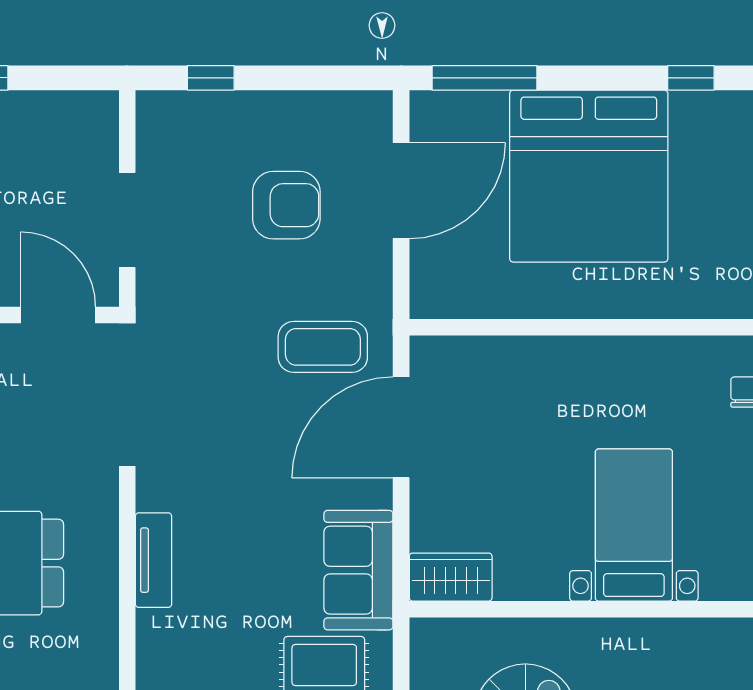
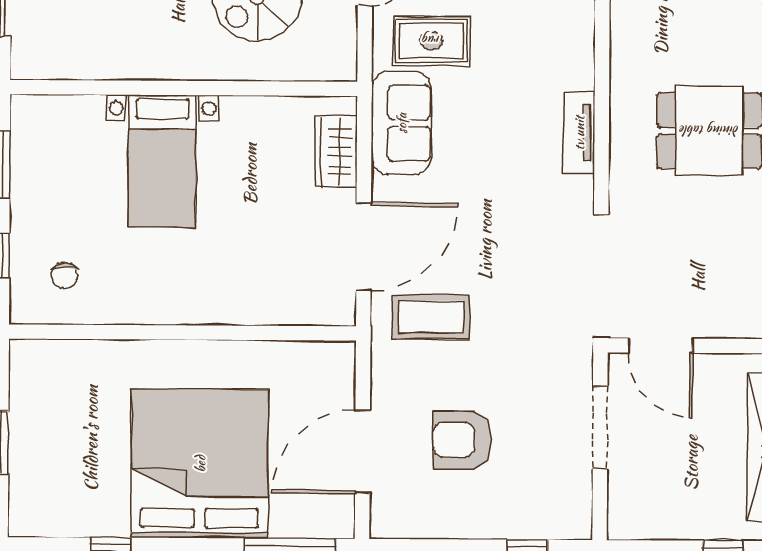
wardrobe: (451, 577) -> (336, 152), moved, turned 90

